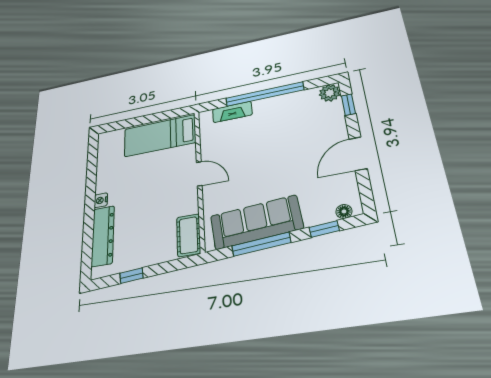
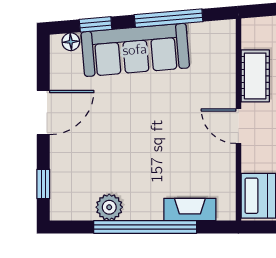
plant: (330, 93) -> (109, 207), moved
sofa: (256, 222) -> (135, 50), moved
cot: (189, 235) -> (255, 76), moved

